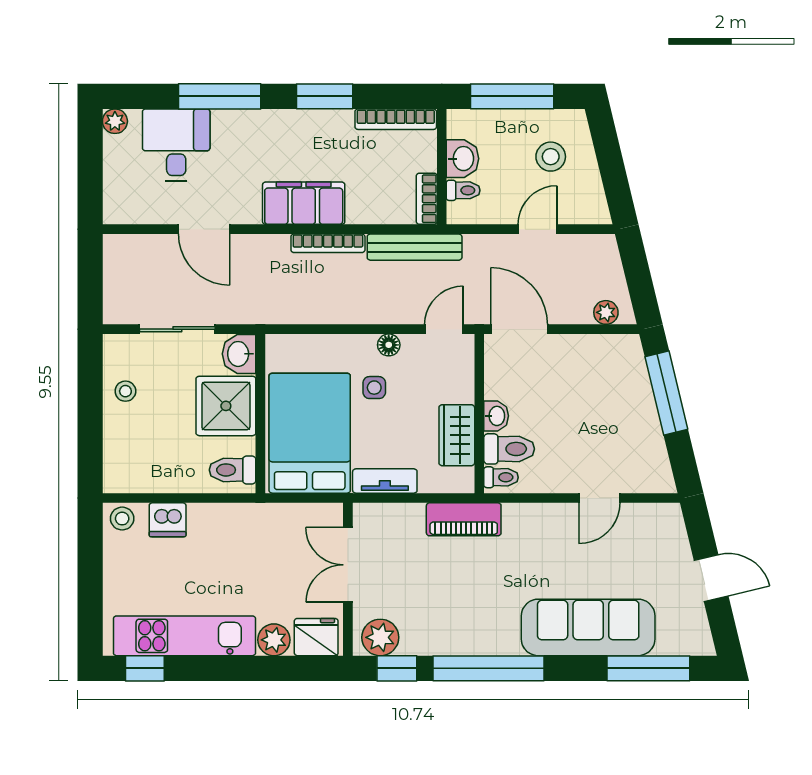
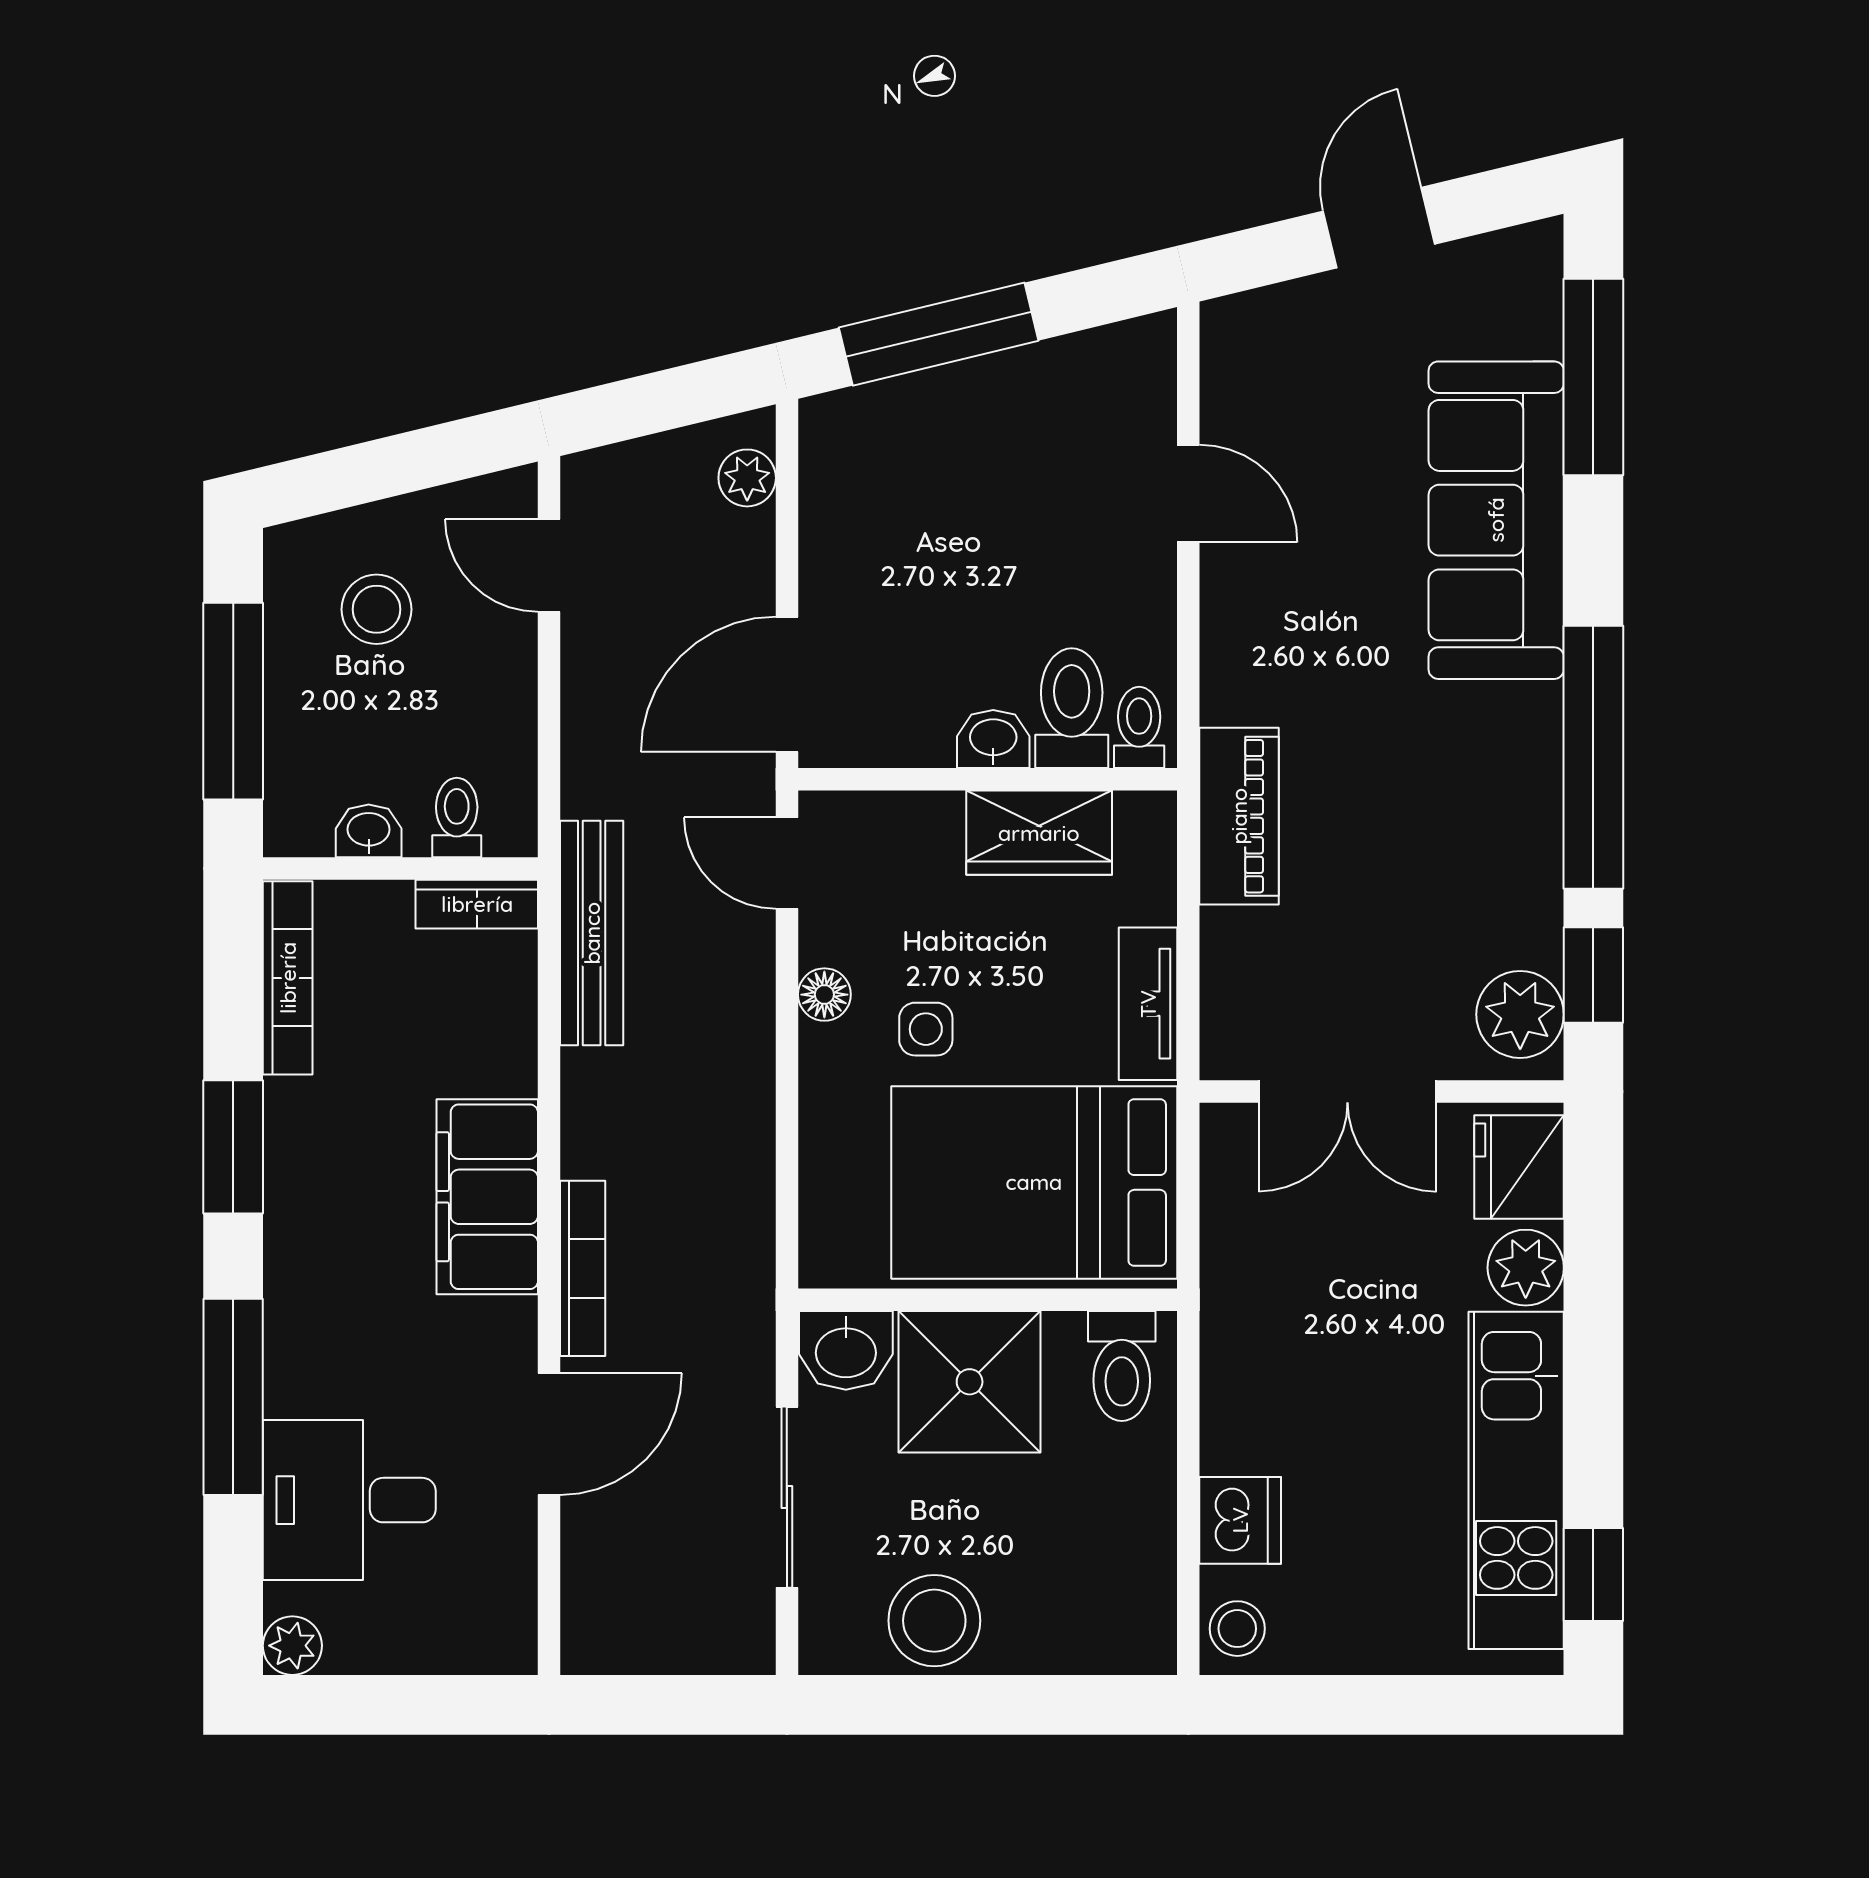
washbasin: (462, 159) -> (369, 831), width x0.72, depth x0.69
door: (538, 229) -> (549, 566), moved
bookcase: (328, 243) -> (583, 1268), moved
stool: (125, 391) -> (934, 1621), width x1.89, depth x1.89

